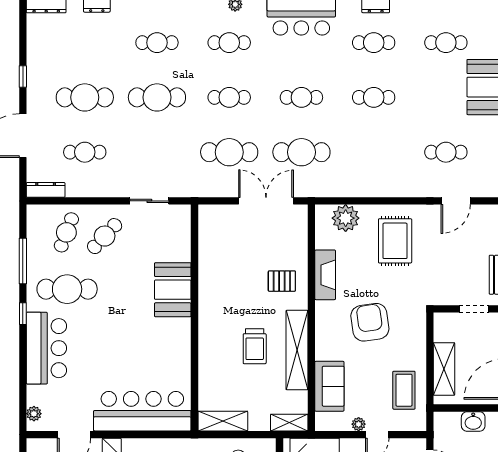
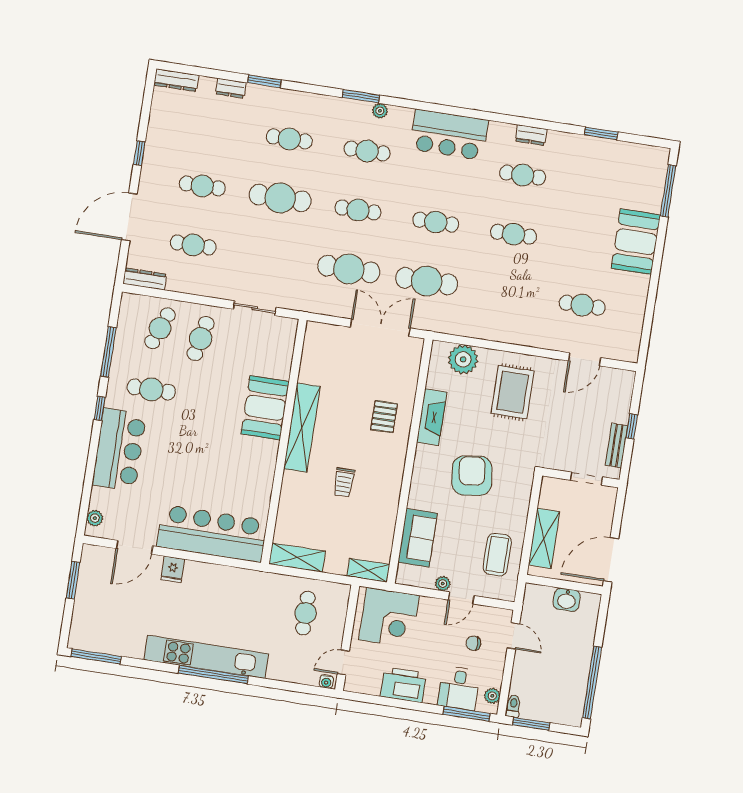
cafe table: (446, 43) -> (600, 187), removed
cafe table: (85, 97) -> (202, 186), width x0.73, depth x0.74
cafe table: (105, 236) -> (201, 339), turned -31
pallet: (282, 281) -> (384, 417), turned 90
cafe table: (67, 289) -> (151, 389), width x0.73, depth x0.74
trolley: (255, 346) -> (344, 482), width x0.73, depth x0.72
shelving: (297, 350) -> (302, 428), moved

